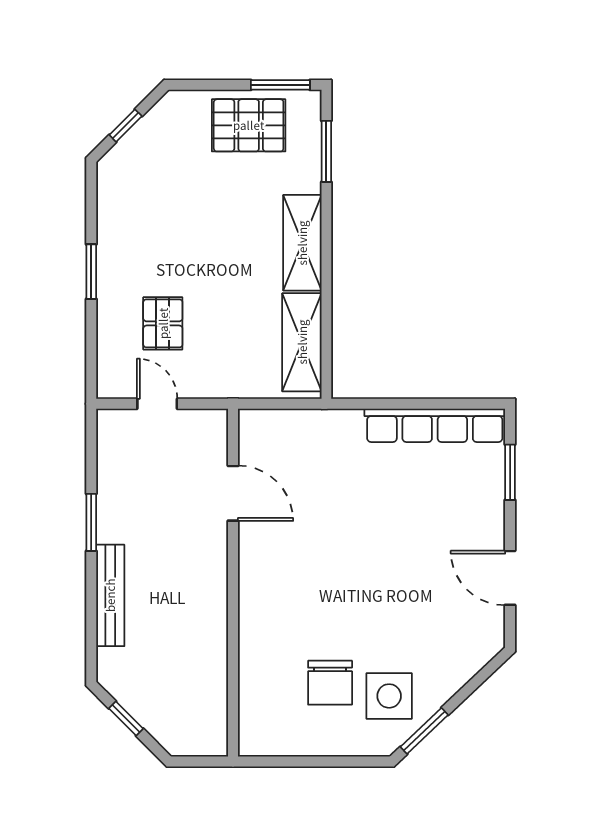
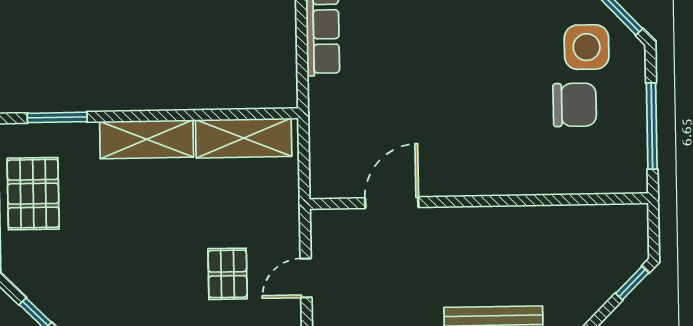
pallet: (163, 323) -> (228, 274), turned 90
window: (126, 719) -> (632, 283), moved
window: (307, 761) -> (652, 126), added

